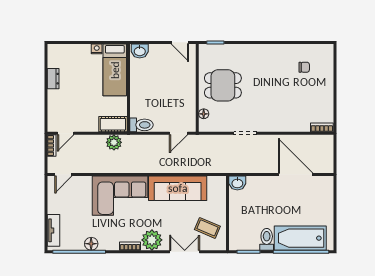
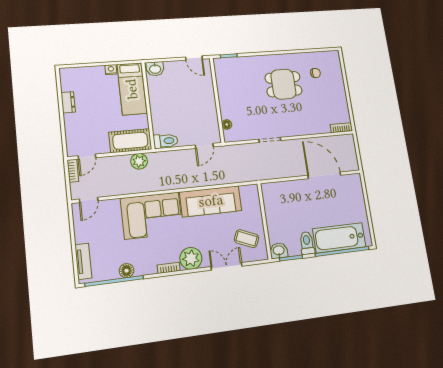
dining table: (223, 85) -> (283, 84), moved
cot: (113, 124) -> (130, 141), width x1.37, depth x1.34
washbasin: (237, 183) -> (279, 251), moved, turned 180

